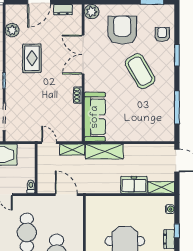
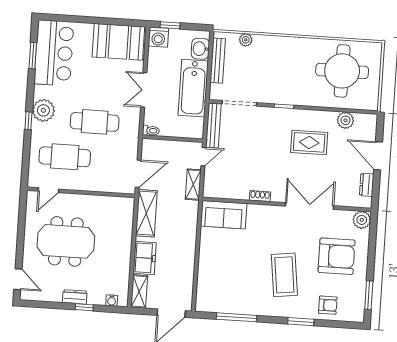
coffee table: (140, 71) -> (284, 275), turned -67
sofa: (95, 117) -> (224, 215), width x0.73
bench: (23, 136) -> (213, 125), added
shelving: (104, 151) -> (146, 213), moved

